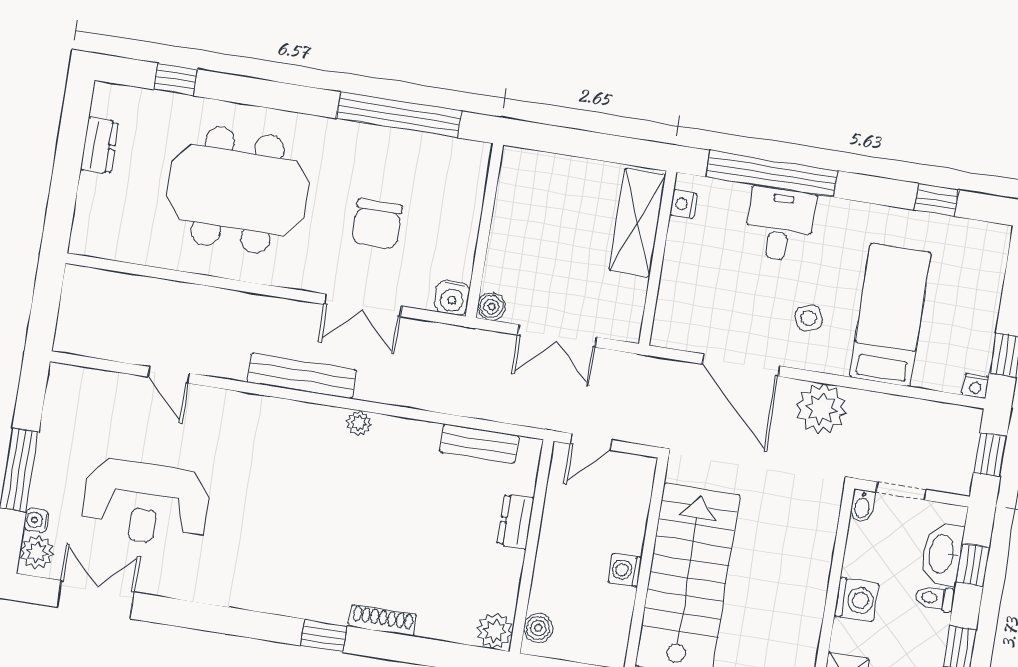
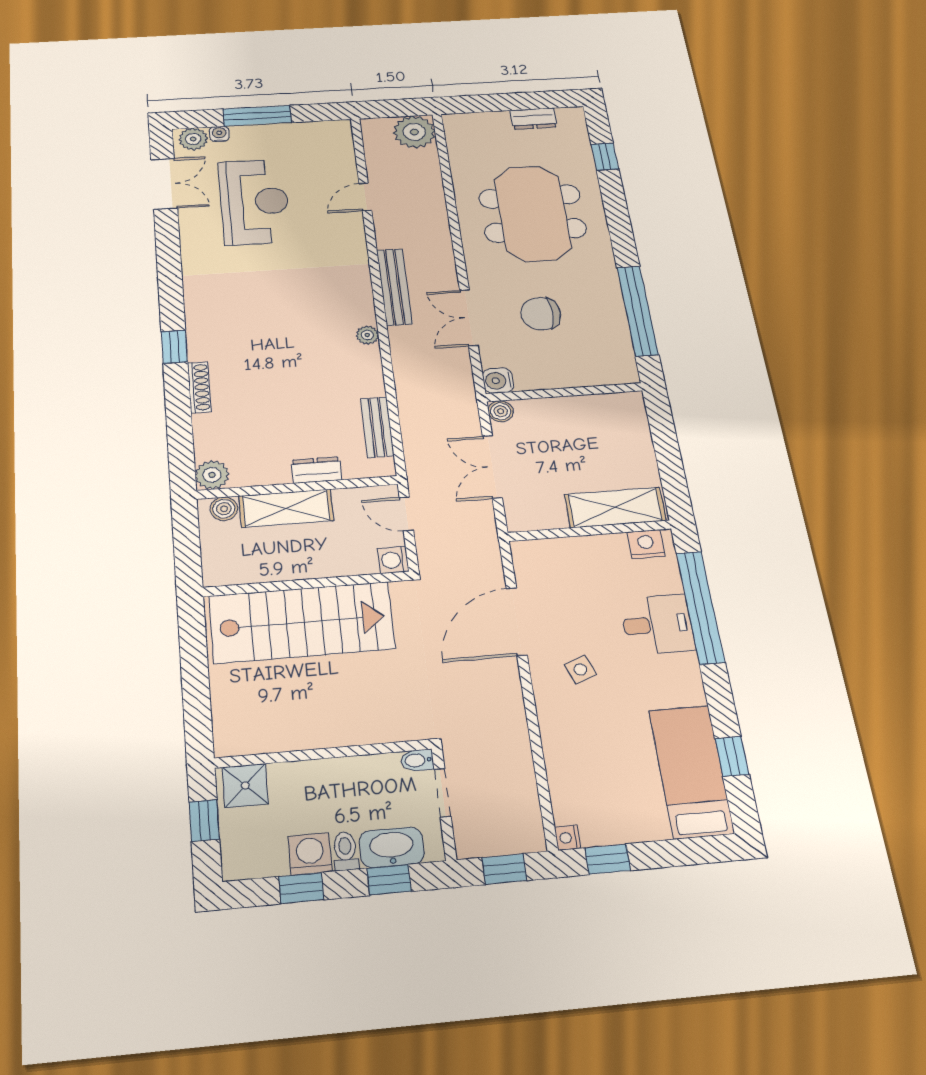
nightstand: (683, 204) -> (646, 544), width x1.39, depth x1.35
bed: (890, 315) -> (691, 771), moved, turned -90
plant: (821, 409) -> (414, 132), moved
reception desk: (146, 503) -> (254, 202), turned 180
shelving: (554, 564) -> (286, 508), added
washing machine: (625, 570) -> (393, 560), moved, turned -90
washing machine: (856, 600) -> (310, 854), moved, turned 180

